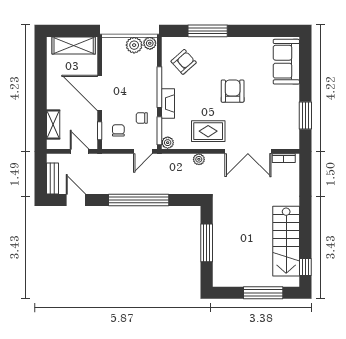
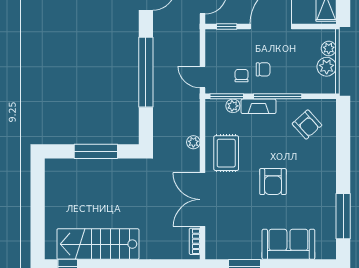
window: (208, 31) -> (343, 216), moved
plant: (150, 43) -> (329, 48), moved
sofa: (286, 62) -> (288, 244), moved
armchair: (233, 91) -> (273, 182), turned 90
chair: (118, 130) -> (263, 69), moved
plant: (168, 143) -> (233, 106), moved
window: (263, 293) -> (38, 217), removed

